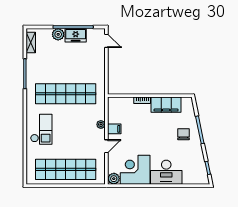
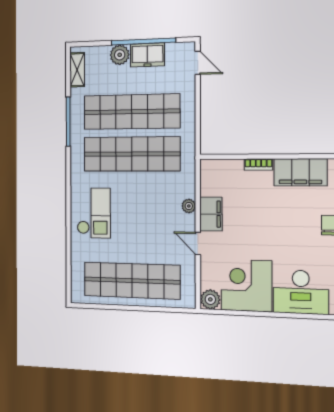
shop shelf: (66, 69) -> (131, 112), added
filing cabinet: (114, 129) -> (211, 214), width x2.00
door: (106, 146) -> (198, 243), swing flipped

